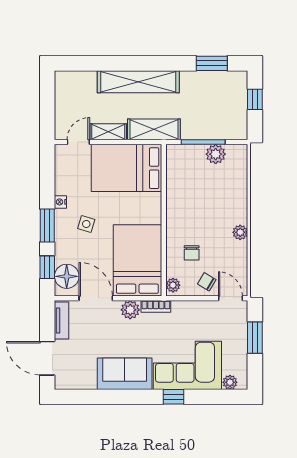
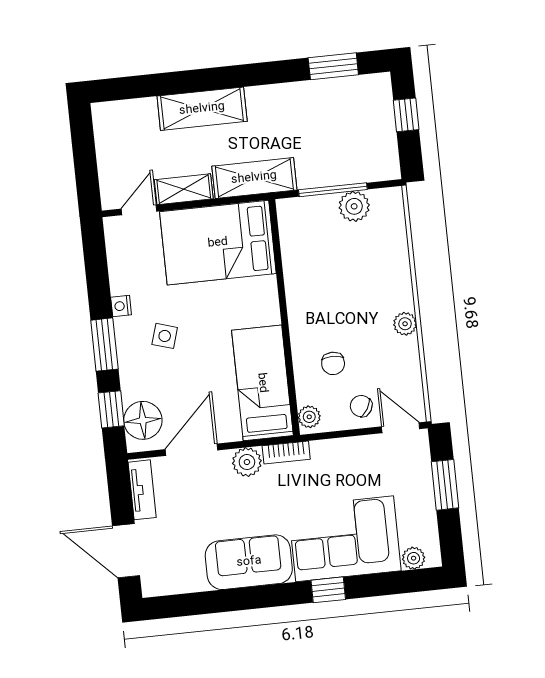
shelving: (138, 82) -> (202, 109), width x0.68
bed: (137, 260) -> (262, 383), width x0.67
door: (96, 298) -> (191, 450), hinge flipped

